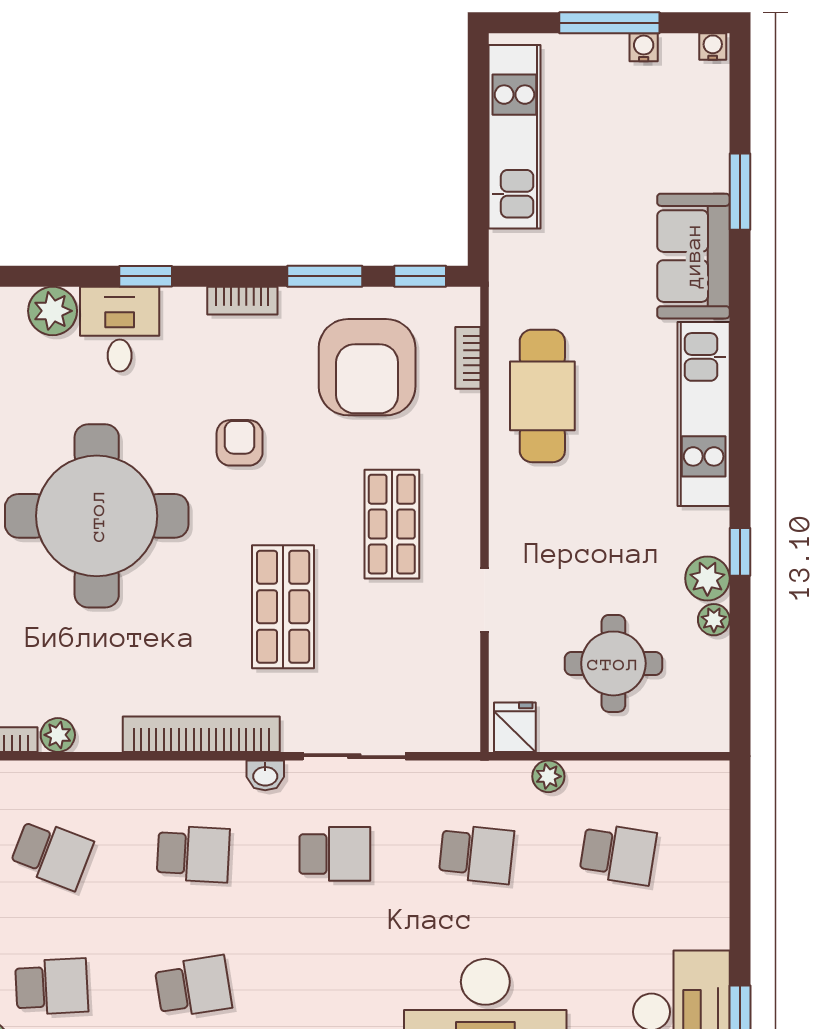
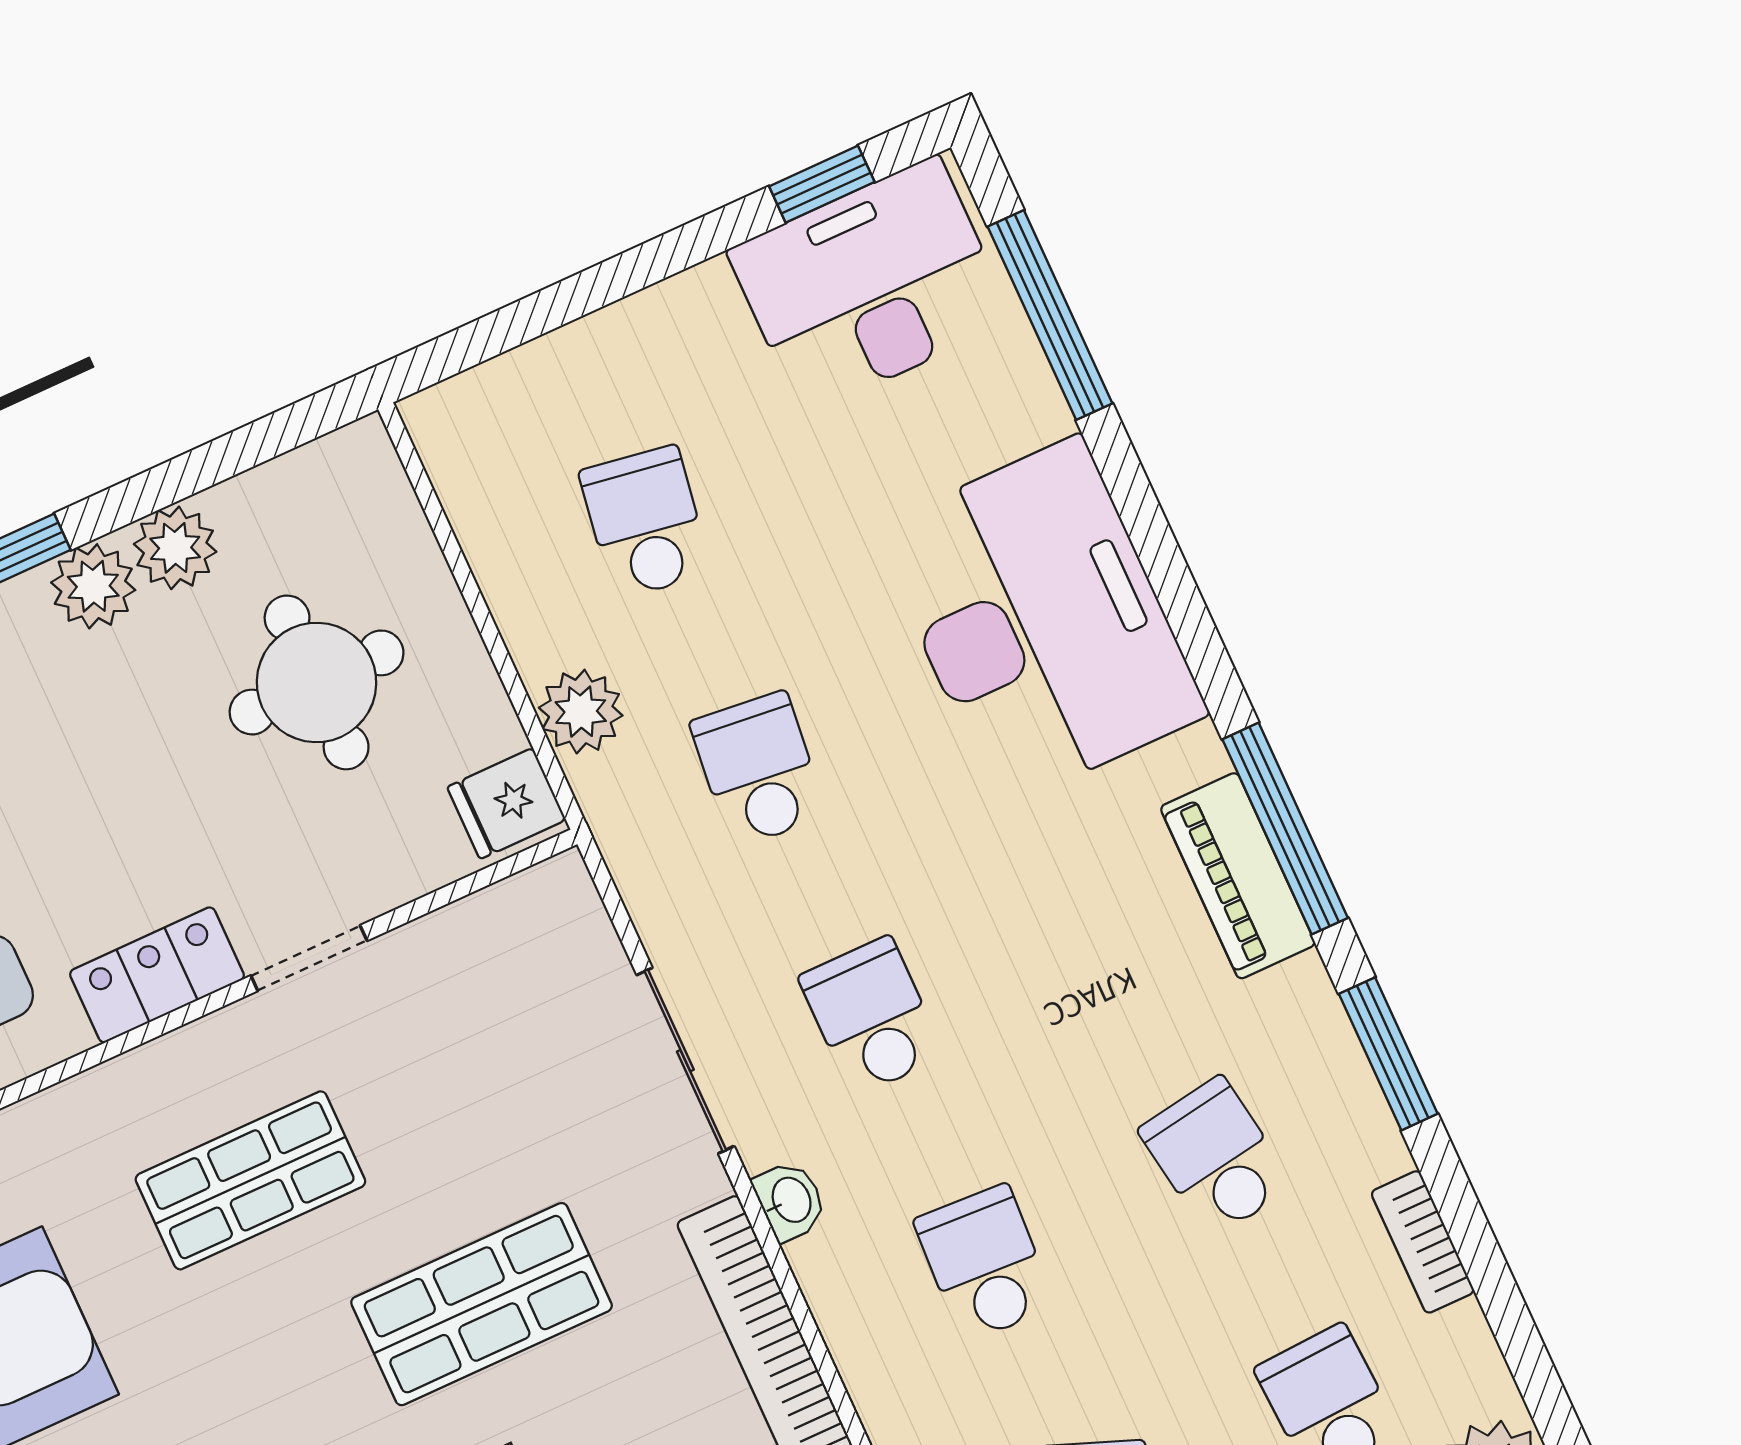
locker: (509, 524) -> (157, 975), added
plant: (714, 620) -> (175, 548), width x1.38, depth x1.38
plant: (548, 776) -> (581, 712), width x1.38, depth x1.38

